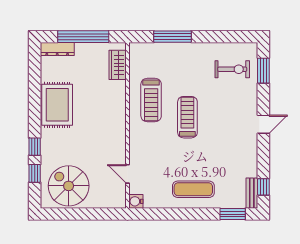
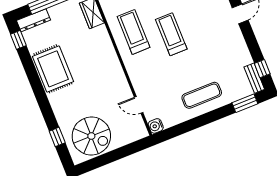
treadmill: (151, 100) -> (133, 32), turned 180
window: (35, 147) -> (18, 40), moved
spiral stairs: (69, 186) -> (91, 136), turned 180

